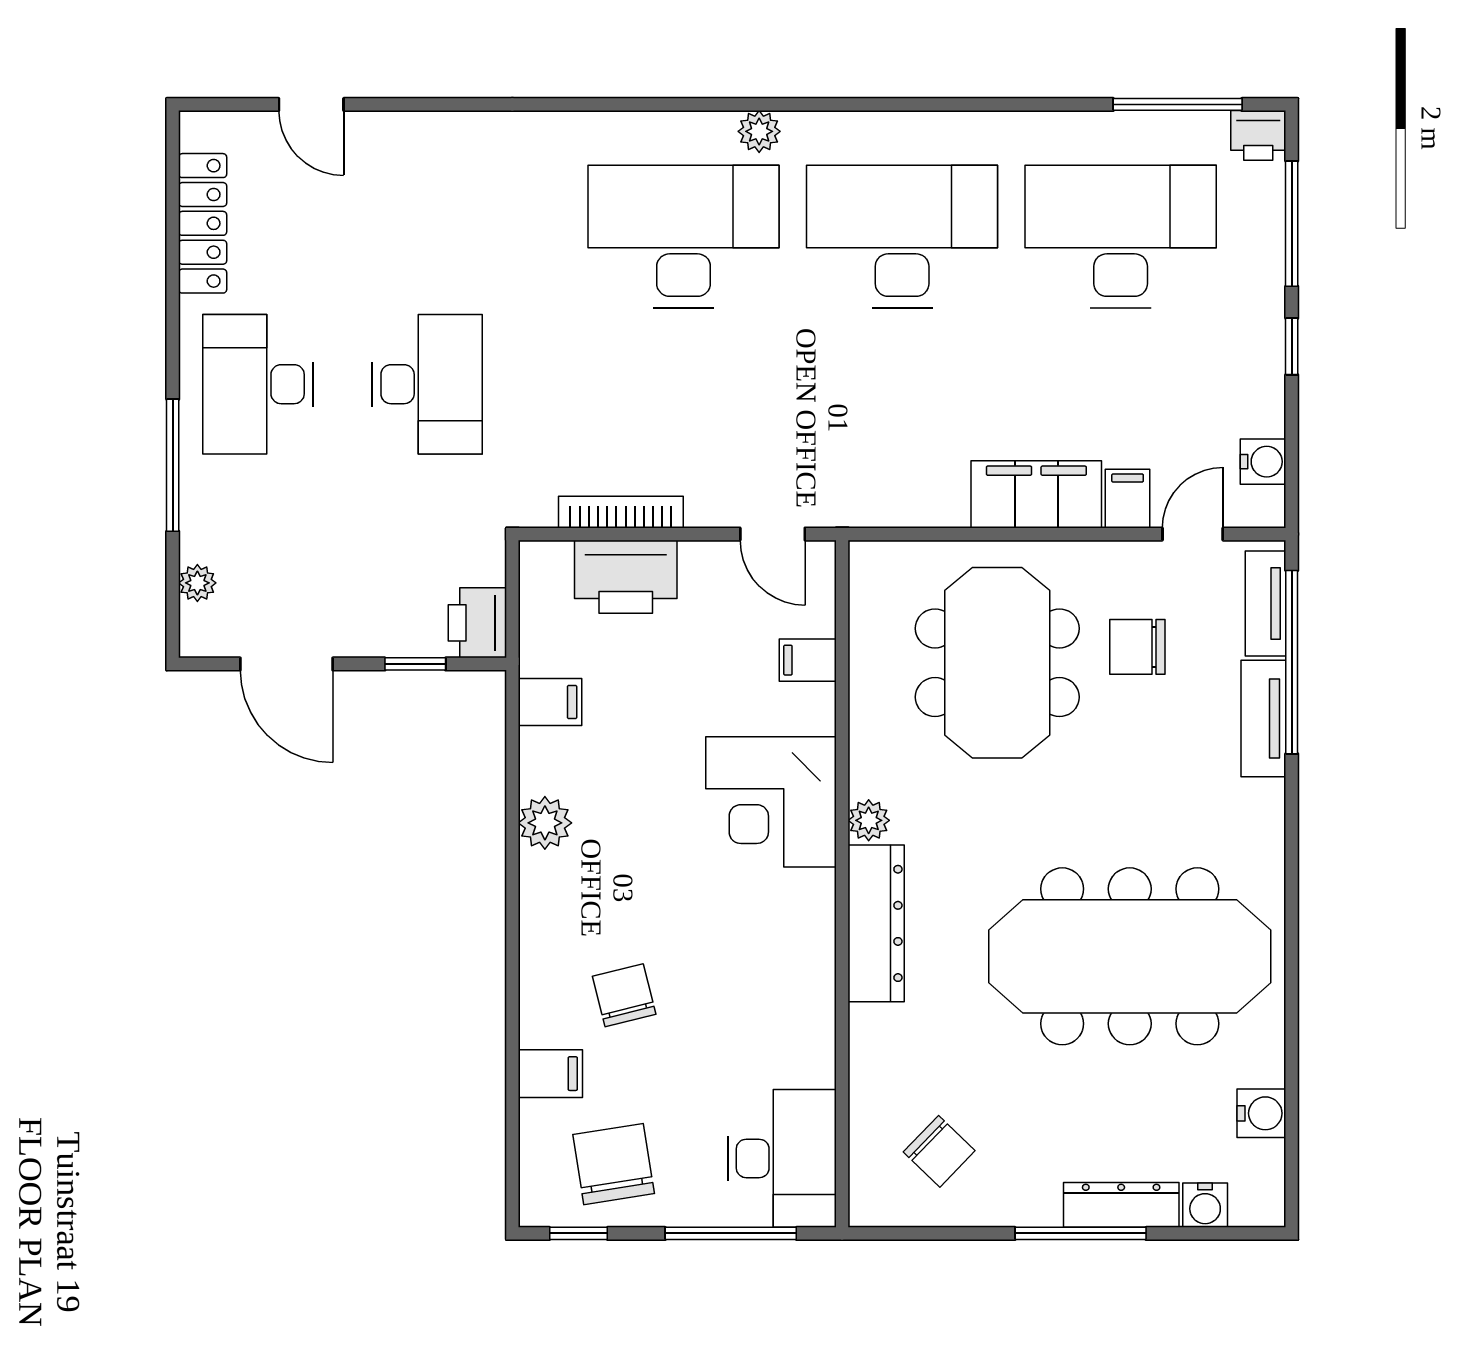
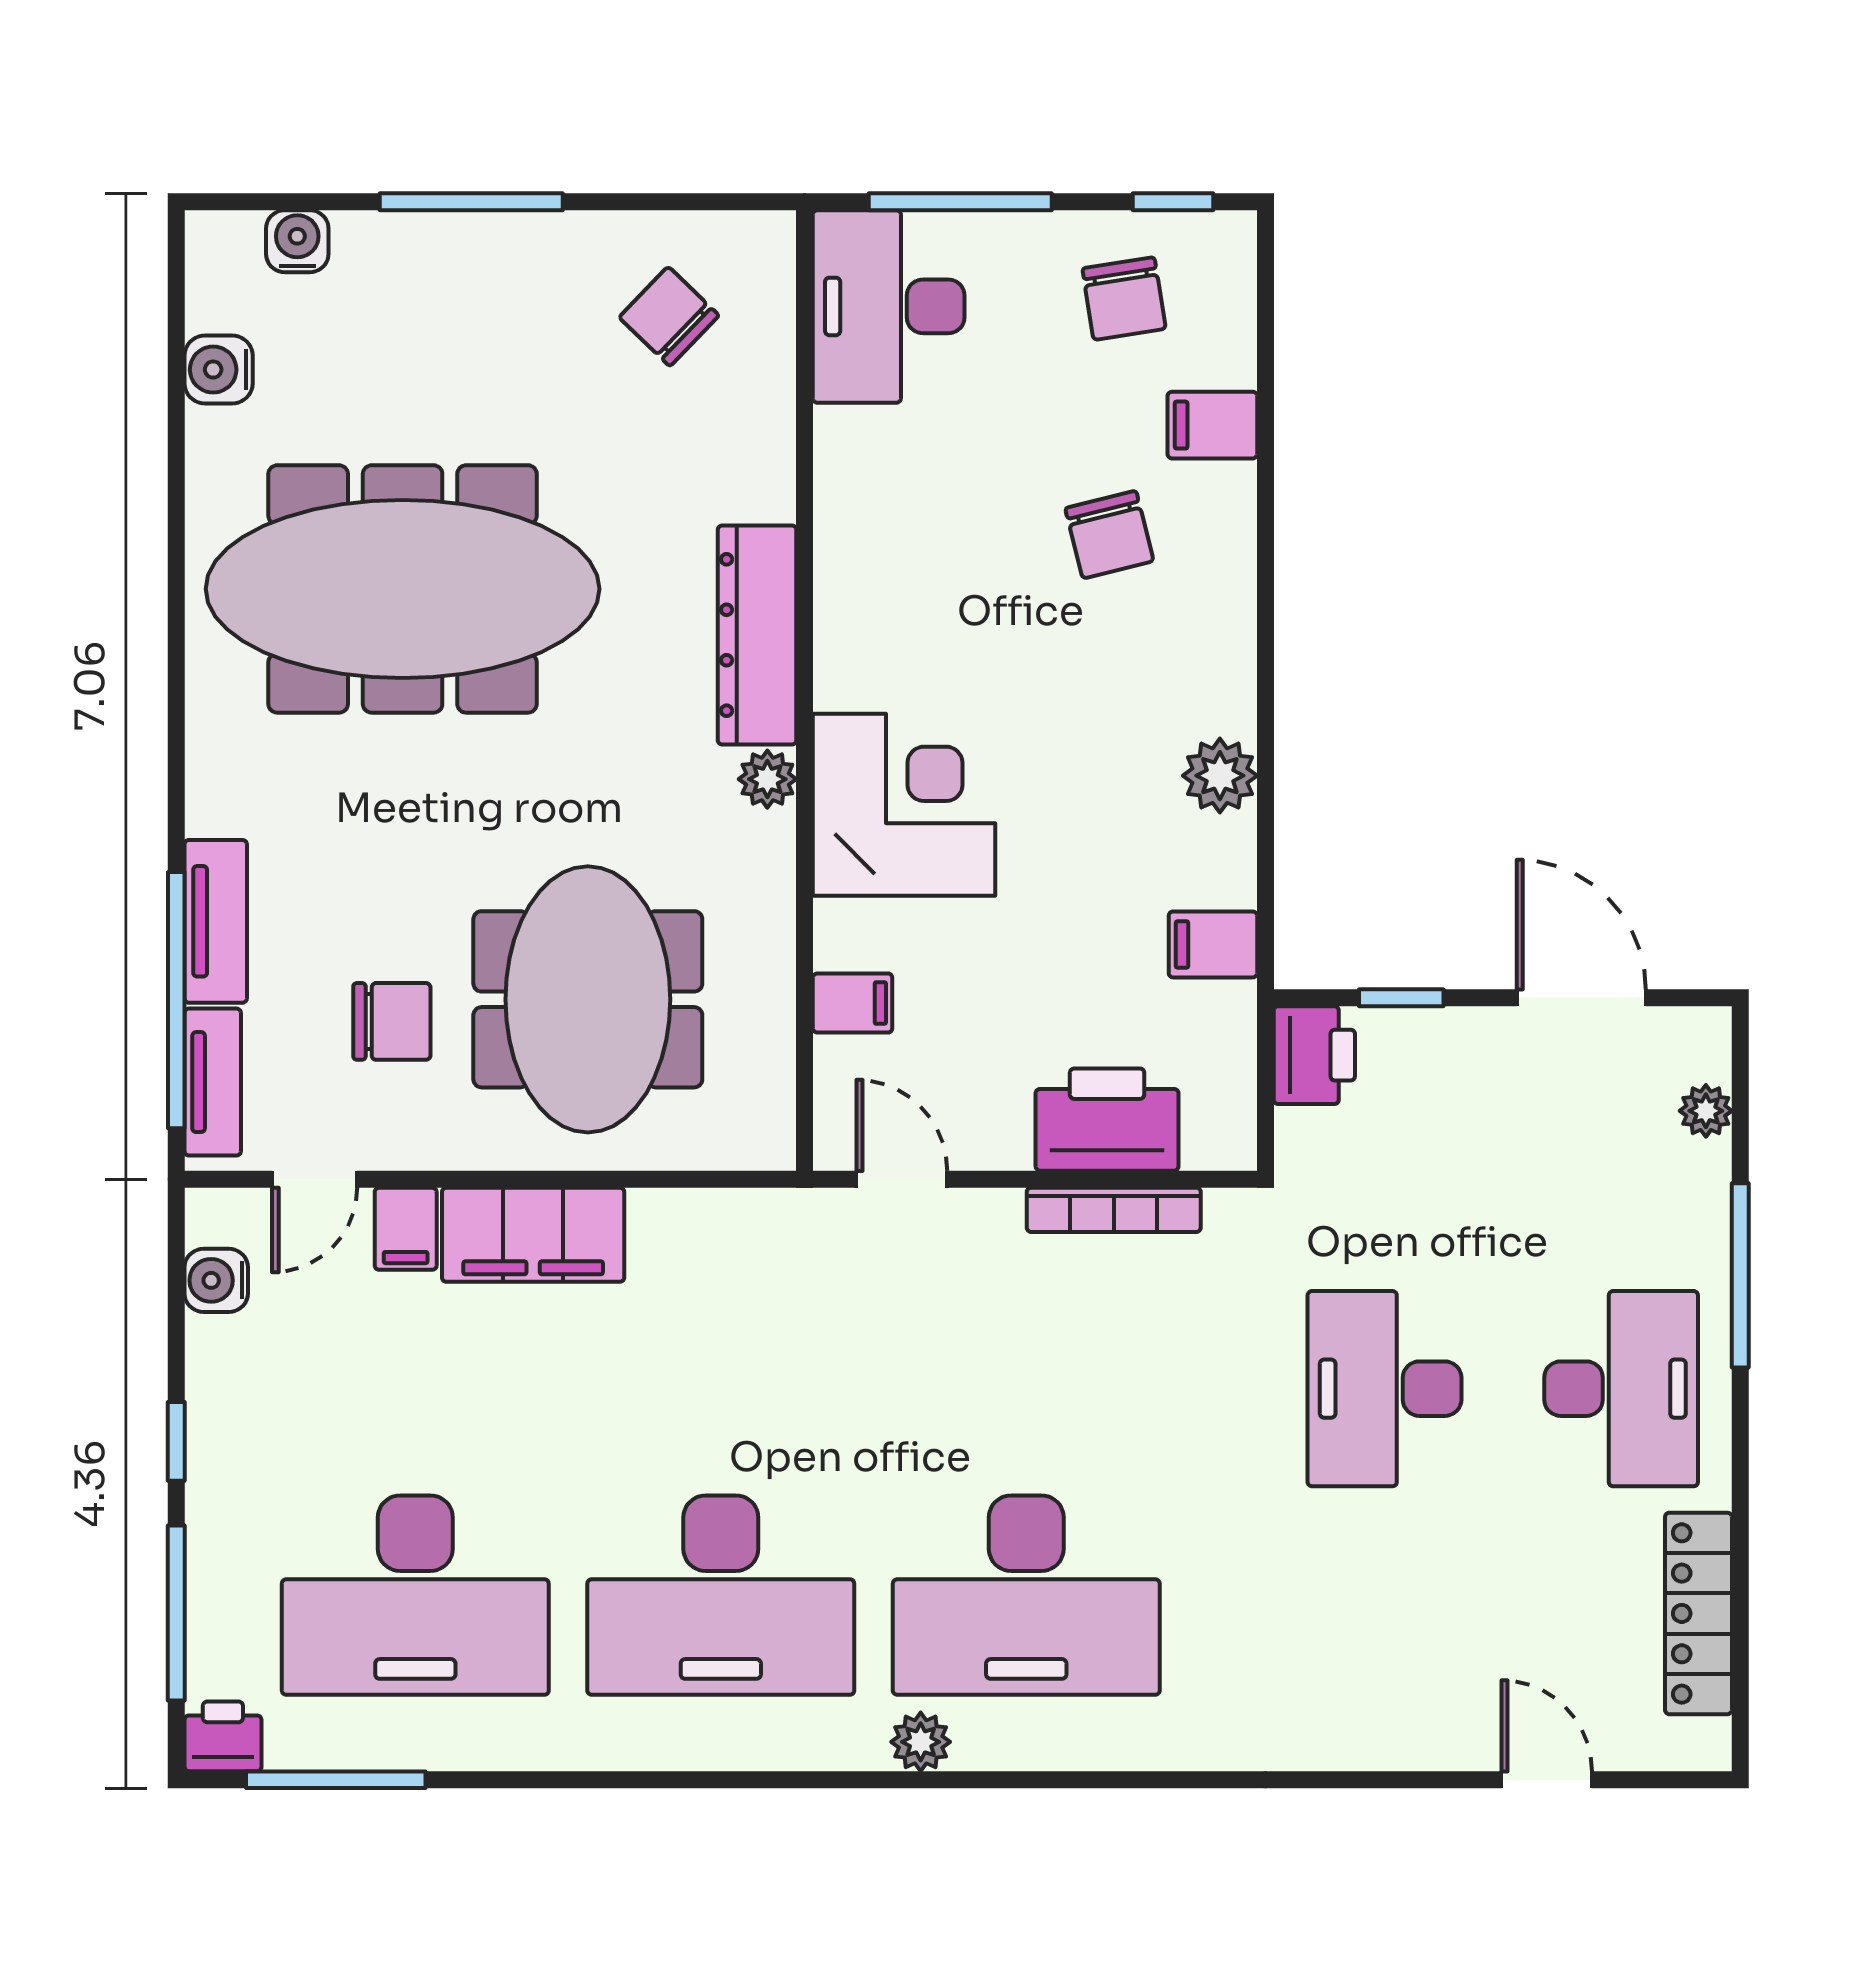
chair: (614, 1164) -> (1124, 299), width x0.73, depth x0.73
dresser: (1121, 1205) -> (415, 242), removed

